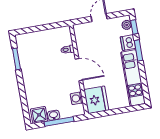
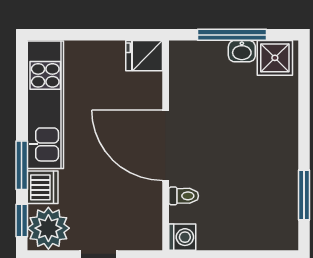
plant: (127, 25) -> (48, 228), width x1.88, depth x1.88
door: (79, 70) -> (166, 145), width x1.36
washing machine: (77, 98) -> (182, 237), moved
fridge: (96, 100) -> (144, 56), width x0.53, depth x0.75

